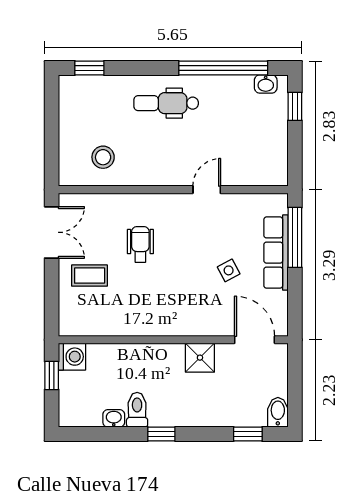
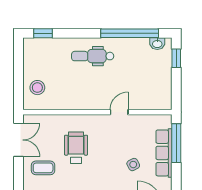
stool: (103, 157) -> (37, 88), moved
wheelchair: (140, 244) -> (76, 148), width x1.36, depth x1.37

